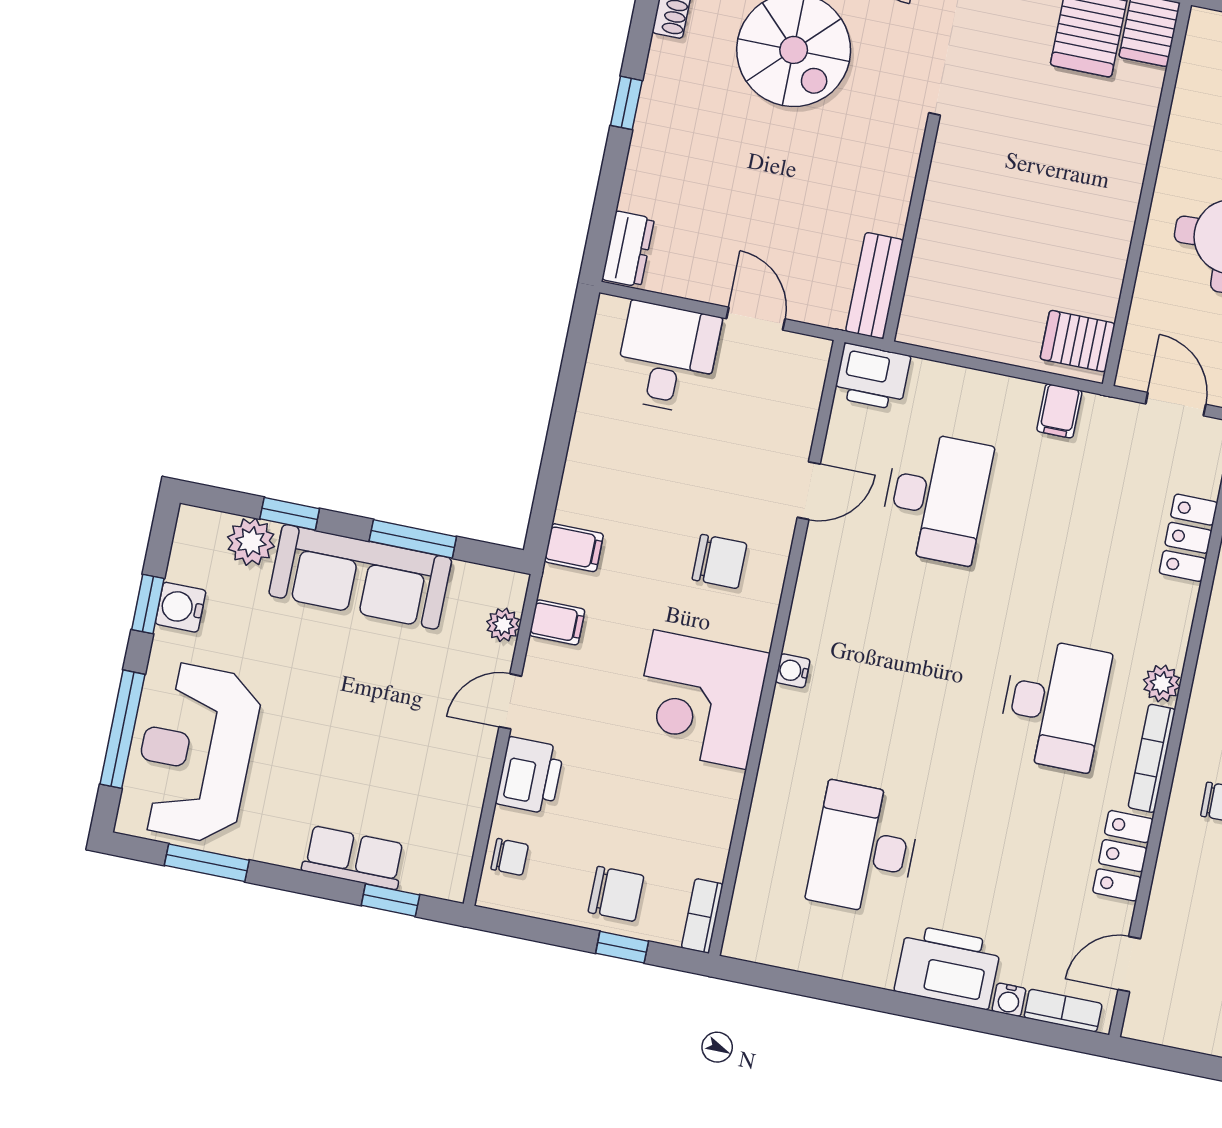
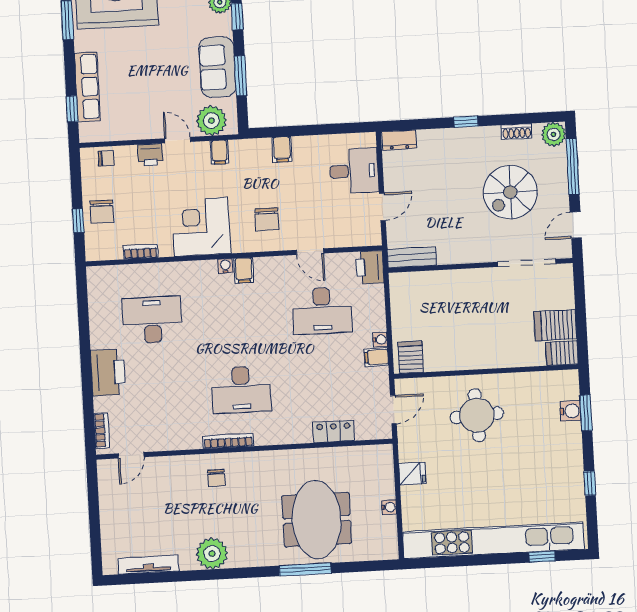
filing cabinet: (574, 548) -> (282, 149), moved
sofa: (360, 577) -> (217, 67), width x0.73
plant: (503, 625) -> (211, 121), width x1.88, depth x1.88
filing cabinet: (812, 636) -> (244, 270), added
plant: (1162, 683) -> (264, 437), removed
printer: (530, 775) -> (150, 155), width x0.73, depth x0.81
locker: (1123, 856) -> (180, 439), removed
row of seats: (354, 857) -> (87, 87), width x1.48
chair: (510, 857) -> (106, 158), turned -90
bookcase: (702, 916) -> (141, 252), moved
door: (1129, 964) -> (131, 455), swing flipped
water cooler: (1009, 1000) -> (380, 340), moved, turned 180

